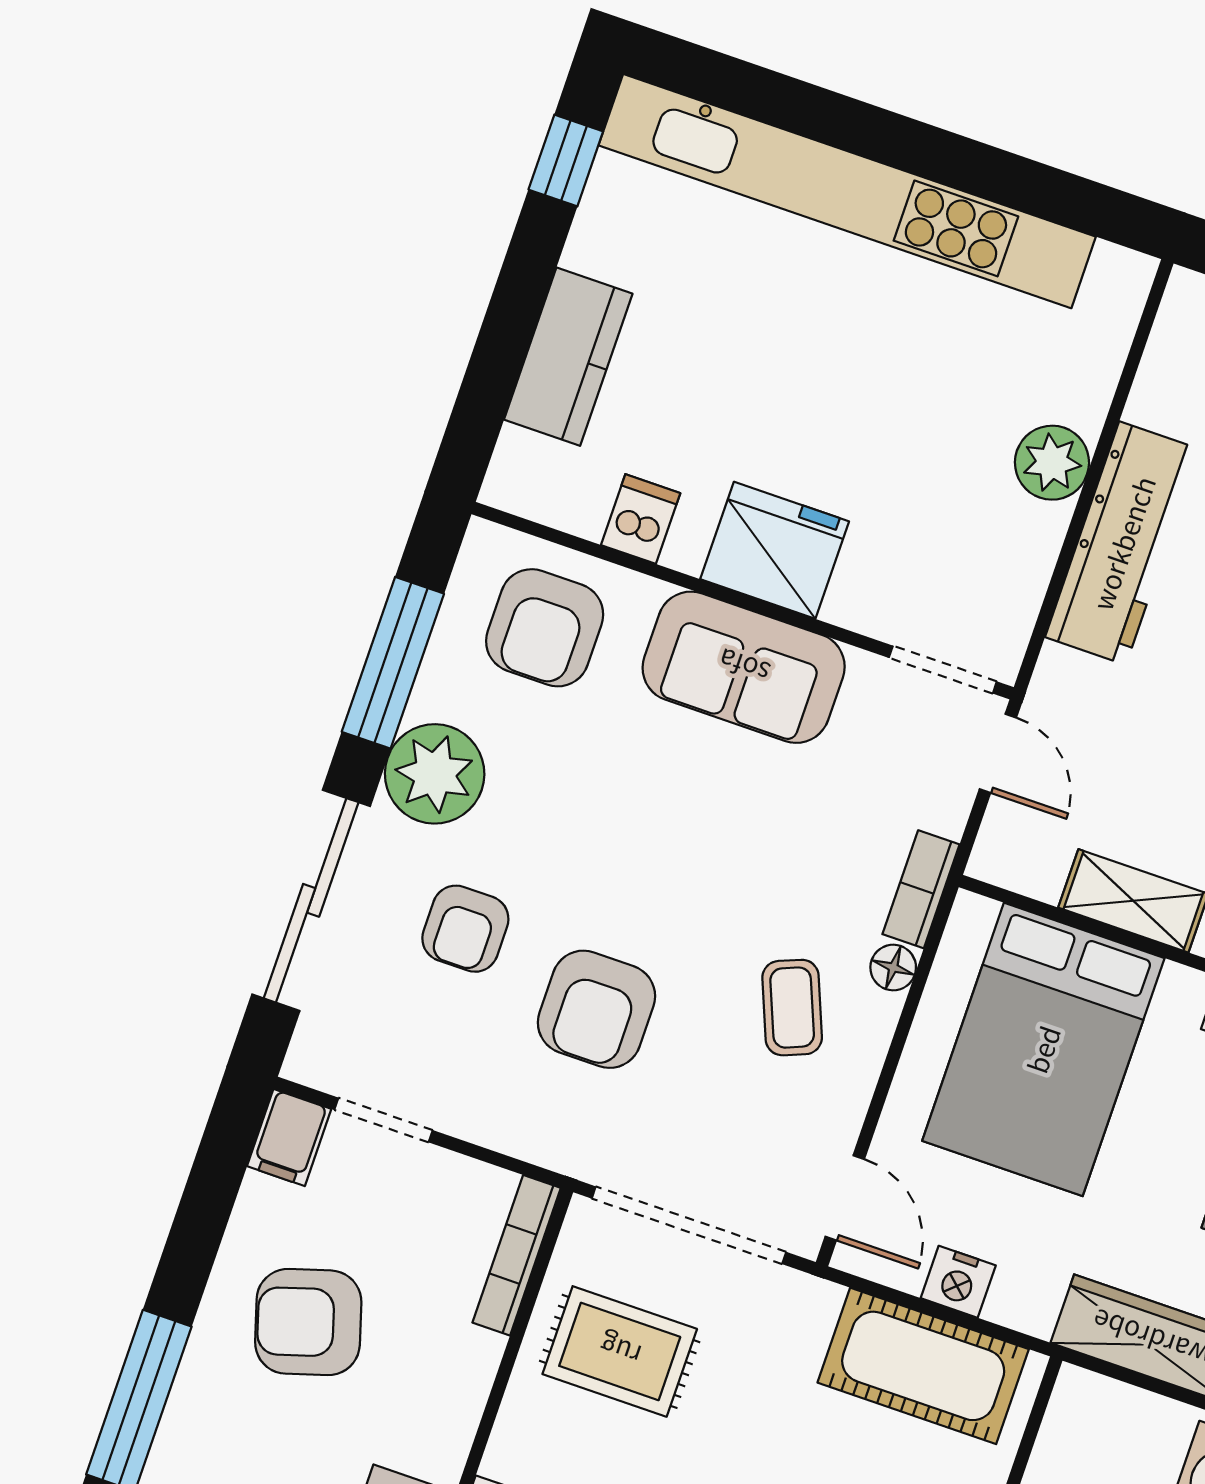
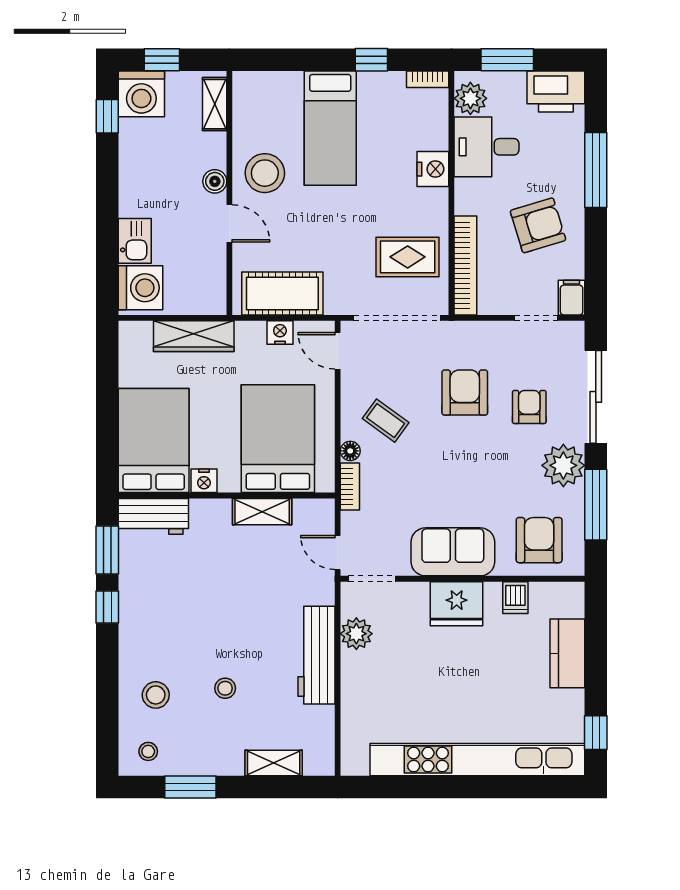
plant: (1052, 463) -> (356, 634), moved
coffee table: (792, 1008) -> (386, 421), turned -32
bookcase: (517, 1255) -> (465, 266), width x1.48, depth x1.31

